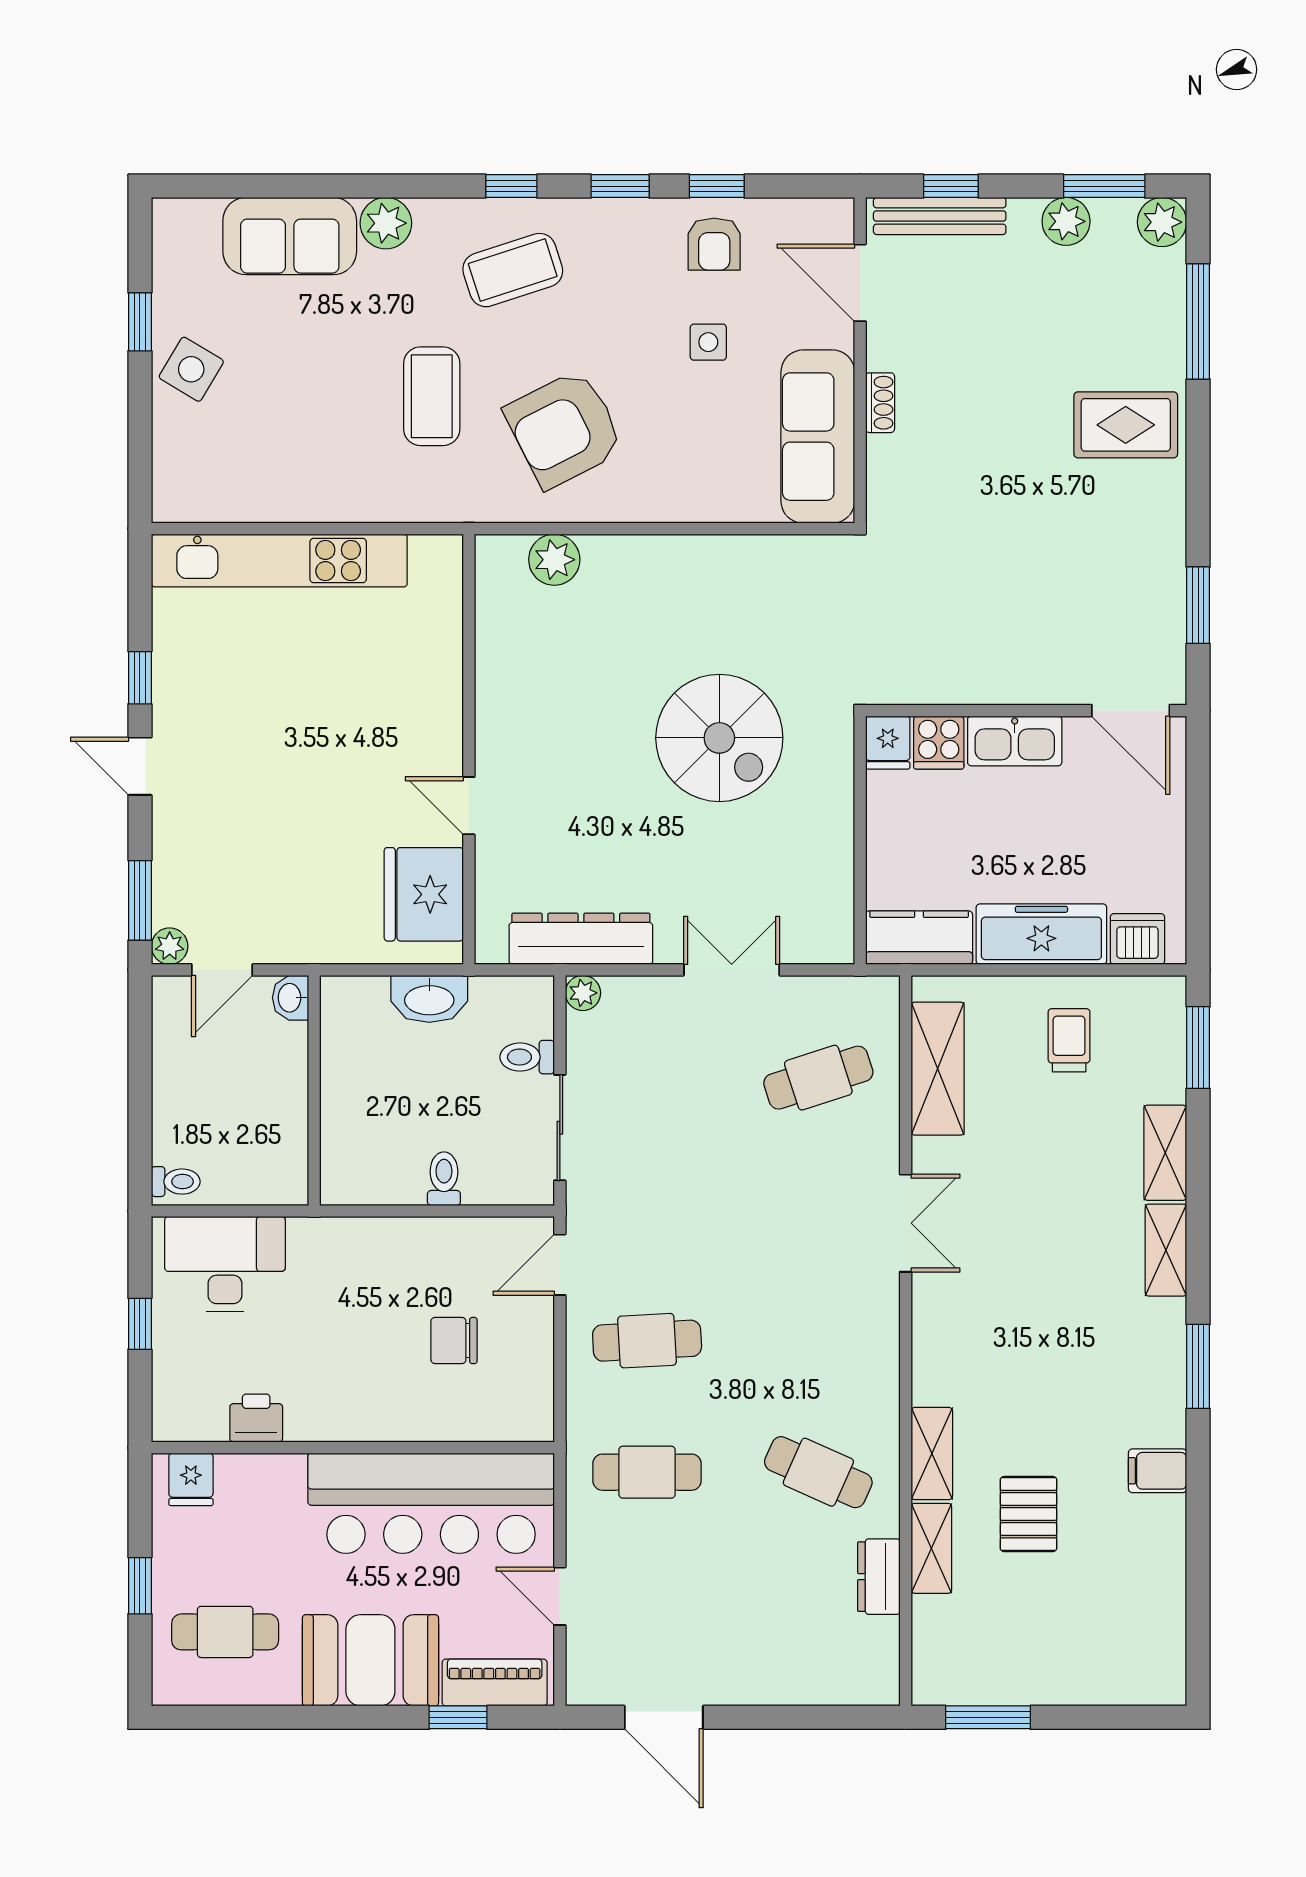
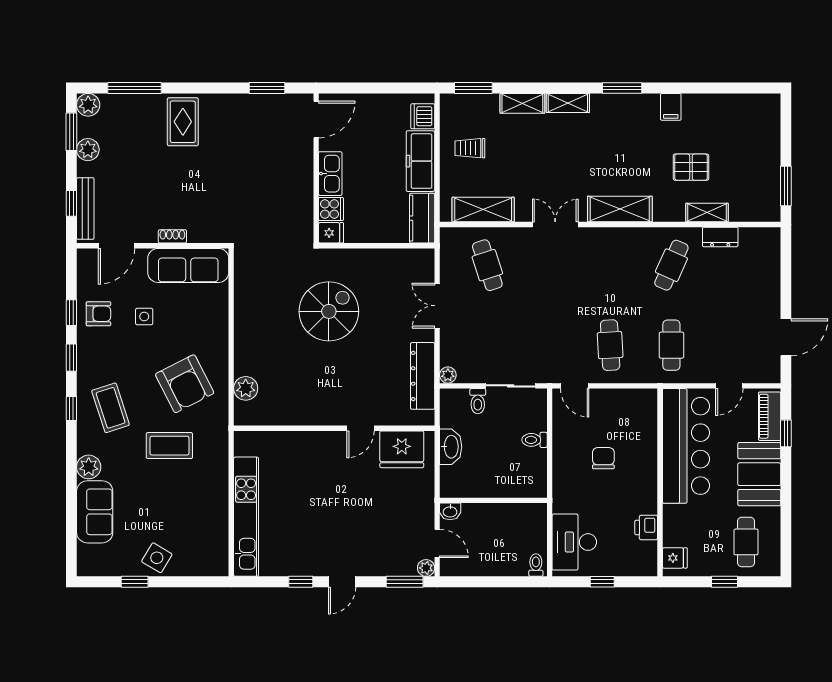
chair: (454, 1341) -> (603, 458), moved, turned 180
shelving: (932, 1454) -> (620, 209), moved, width x1.50, depth x1.33

